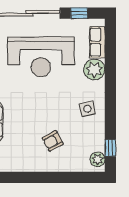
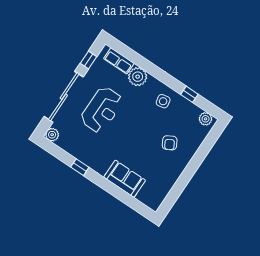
reception desk: (41, 57) -> (102, 110), width x0.74, depth x0.77
window: (110, 148) -> (189, 94), moved

